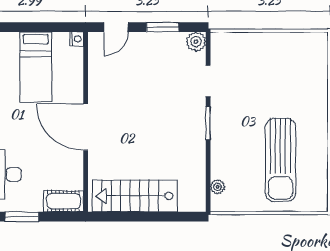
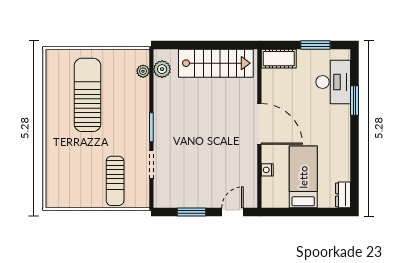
nightstand: (77, 39) -> (267, 170), moved
plant: (196, 42) -> (162, 69), moved
sun lounger: (249, 62) -> (115, 181), added

